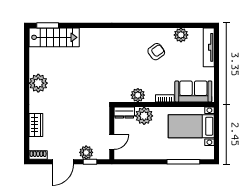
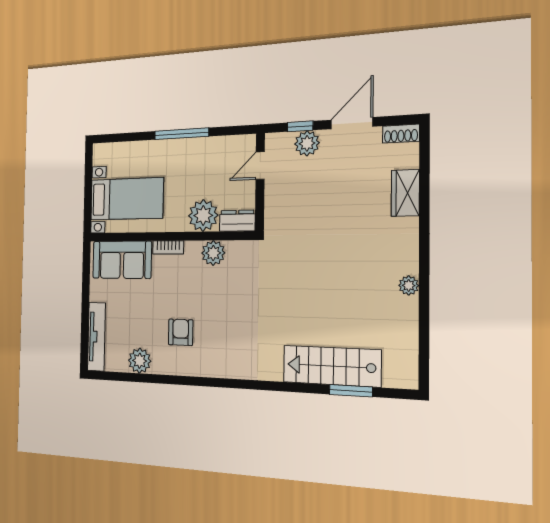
window: (48, 25) -> (351, 391), moved
stairs: (54, 37) -> (332, 366), moved
armchair: (156, 52) -> (181, 332), turned 126
plant: (38, 83) -> (409, 285), width x0.53, depth x0.53
window: (183, 162) -> (182, 134), moved

